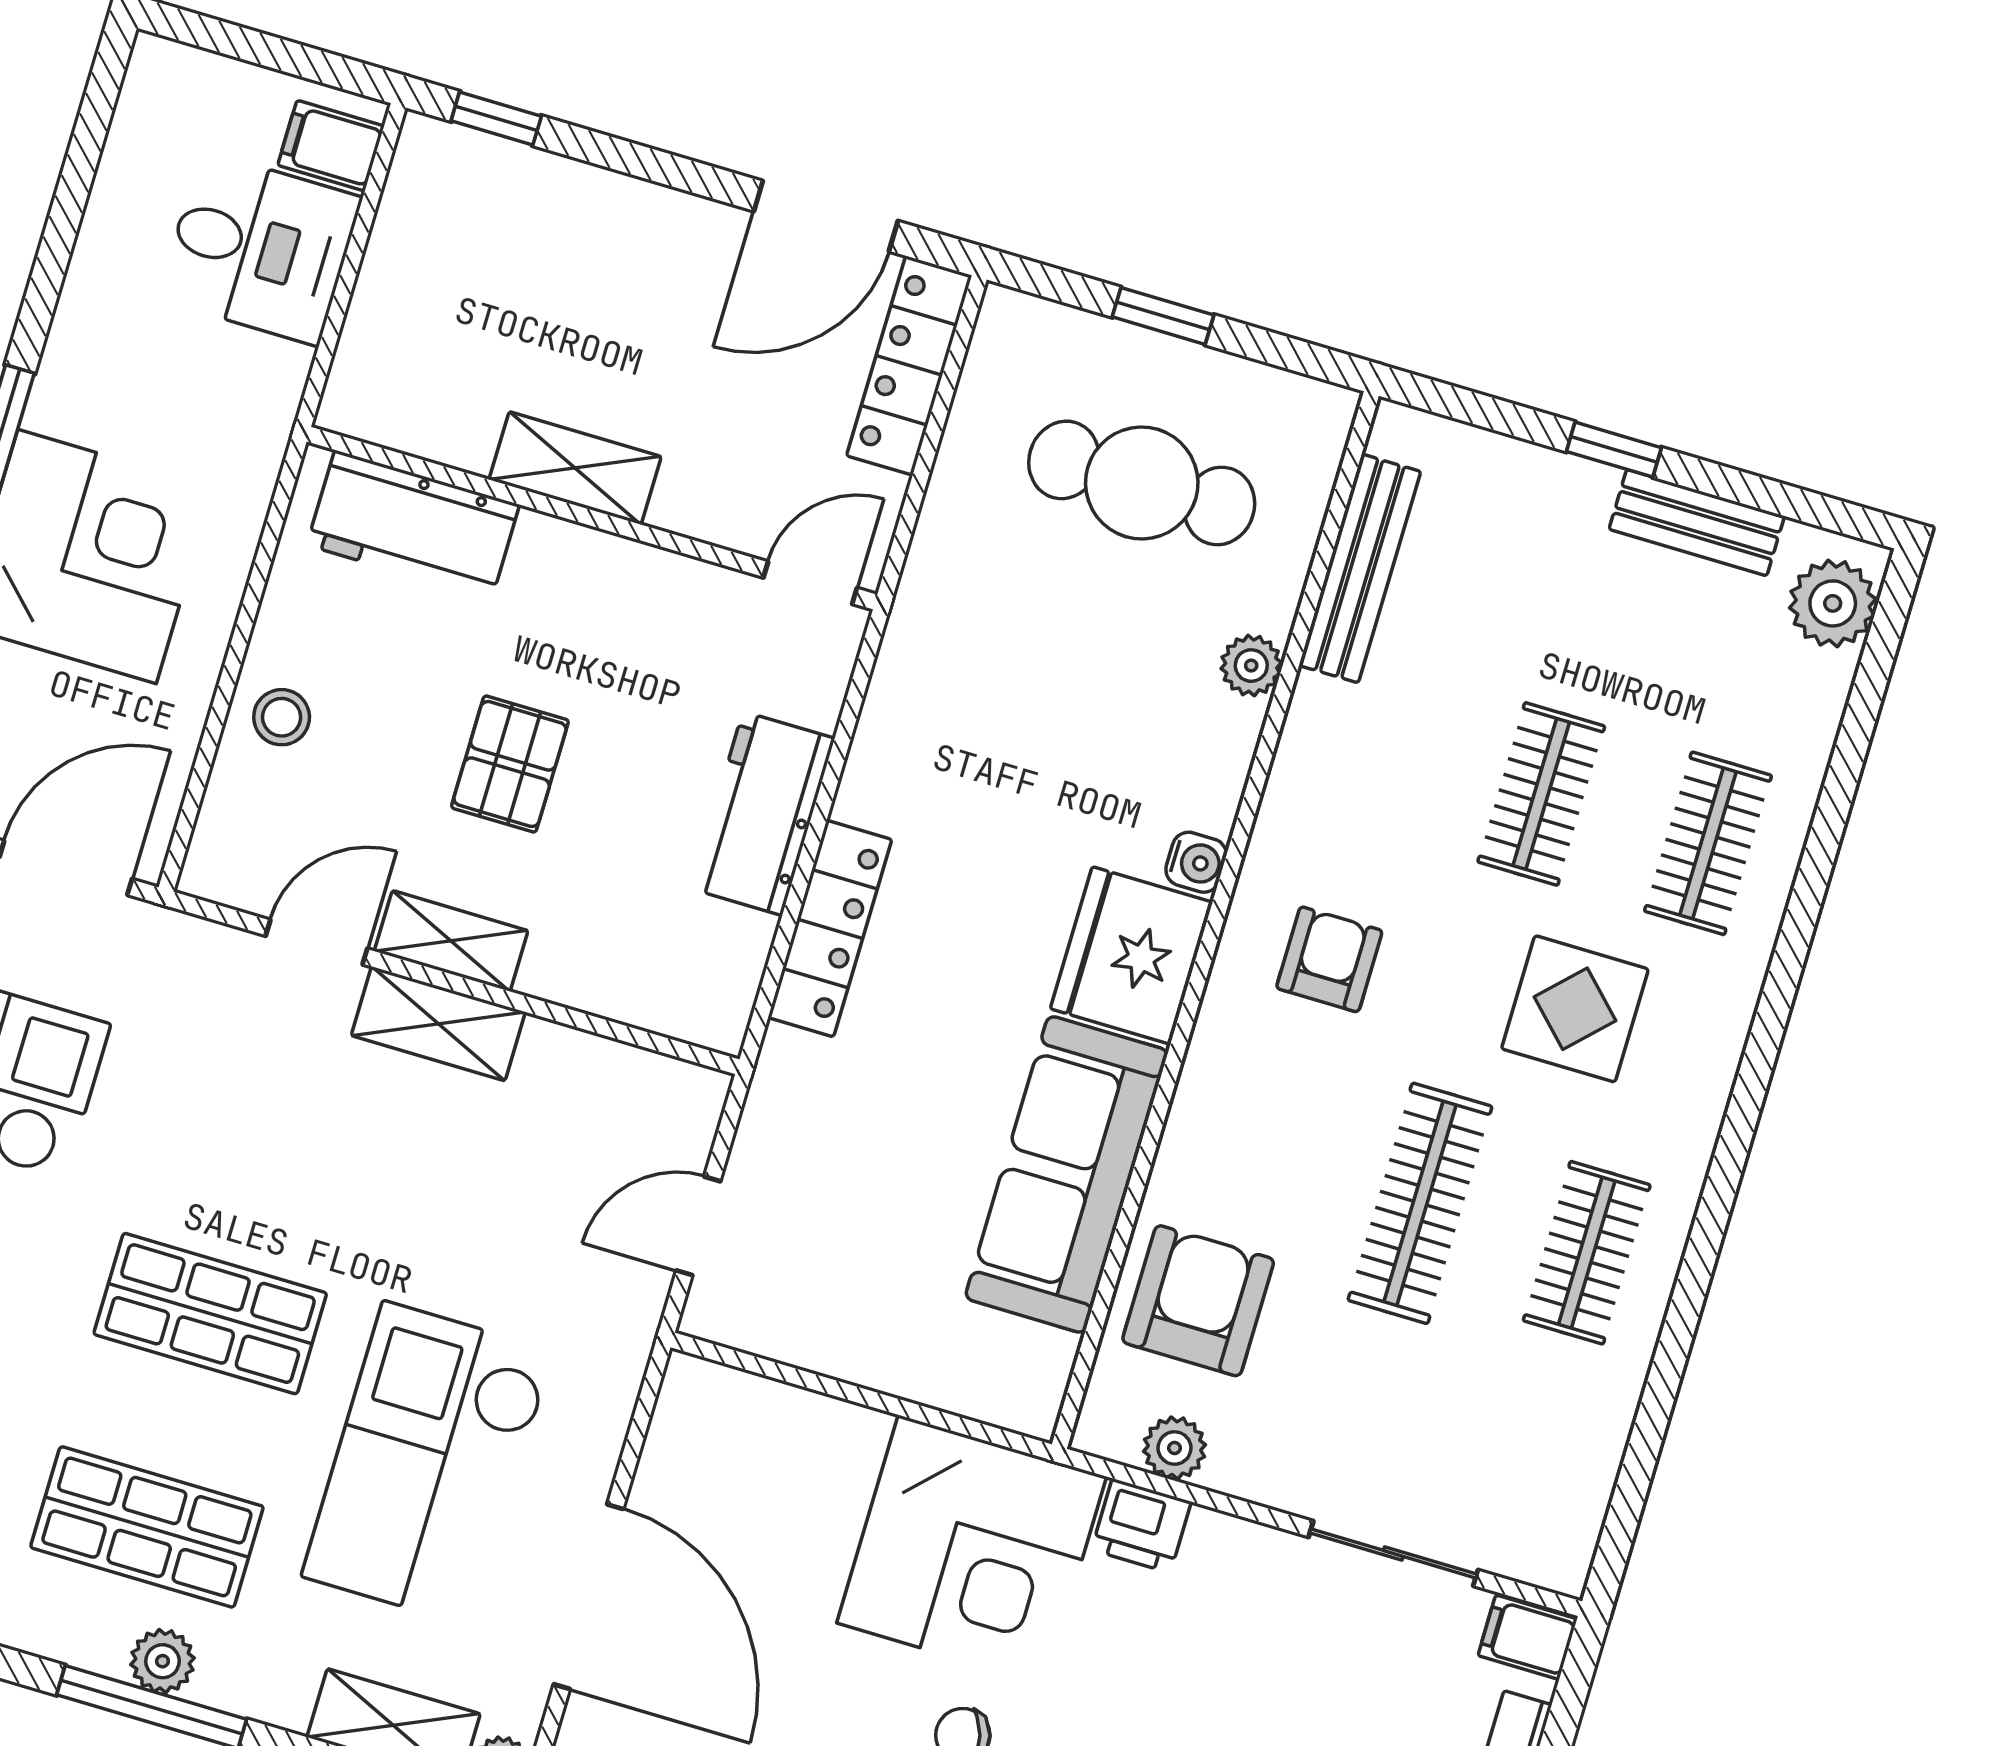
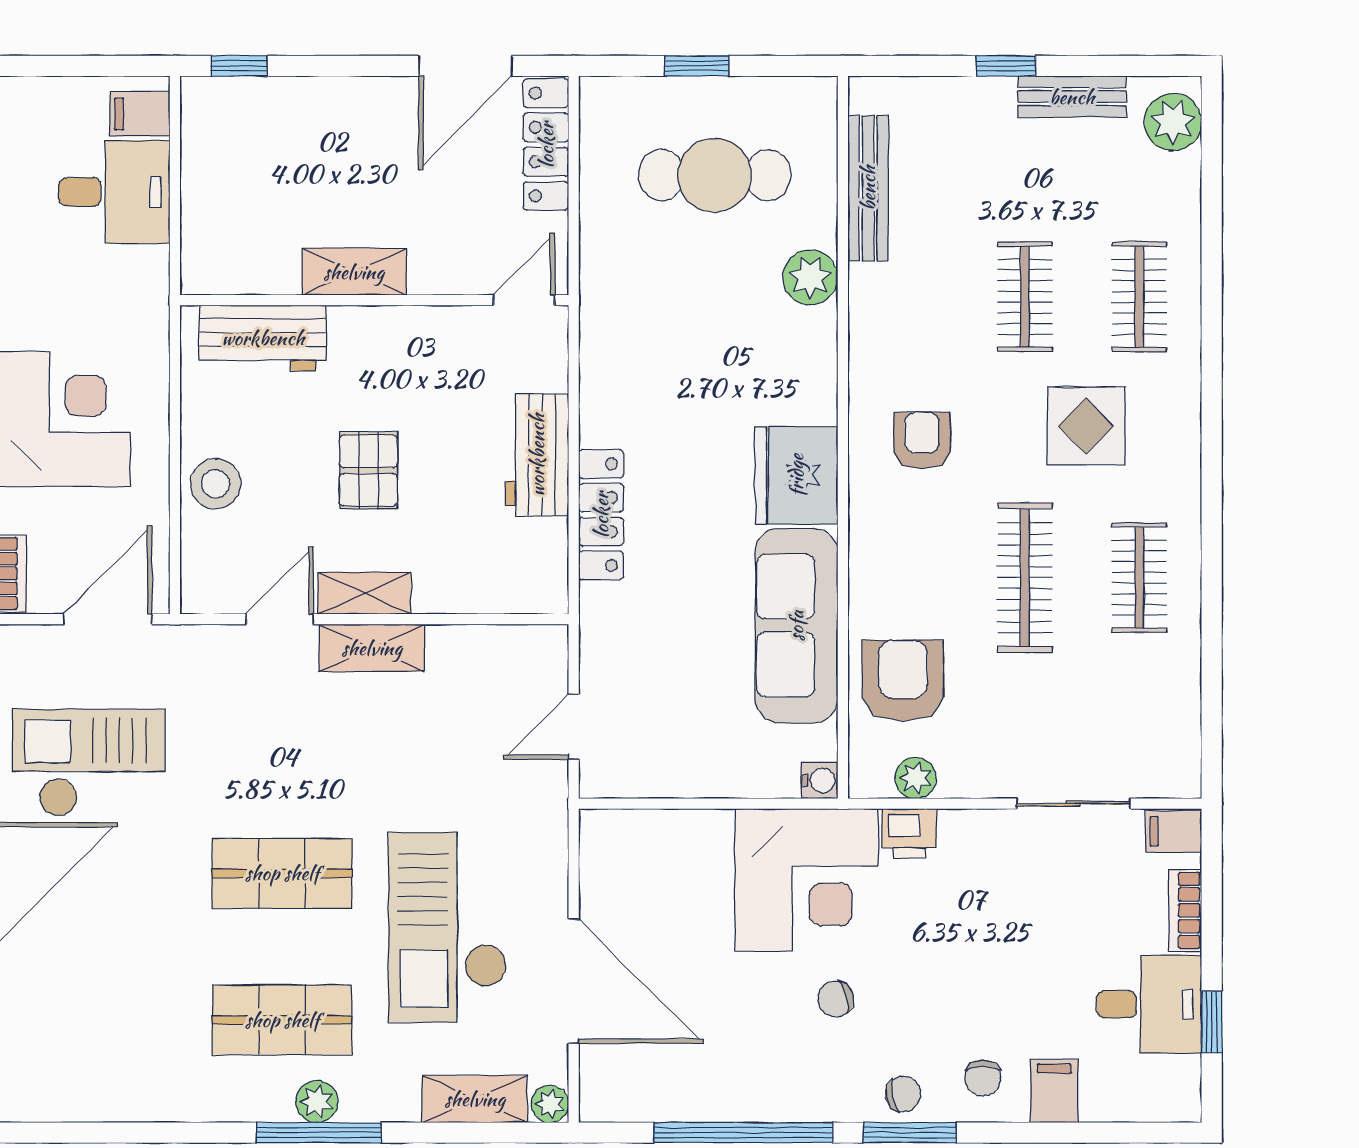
plant: (1251, 666) -> (810, 277), width x1.38, depth x1.38
stool: (282, 717) -> (216, 484), width x1.37, depth x1.37
water cooler: (1196, 862) -> (820, 781), moved

